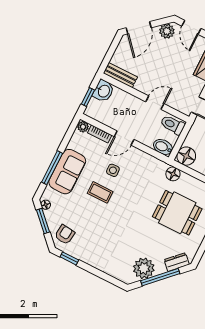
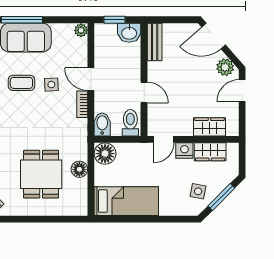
bookcase: (100, 134) -> (82, 104), moved
floor lamp: (173, 174) -> (79, 169), moved
coffee table: (100, 192) -> (21, 83), turned 90

